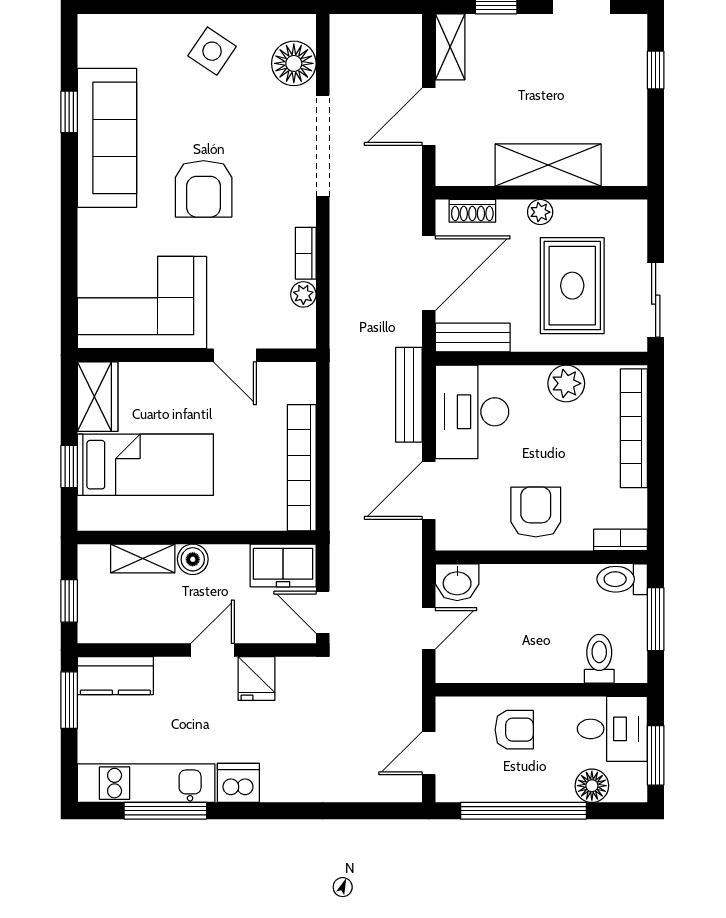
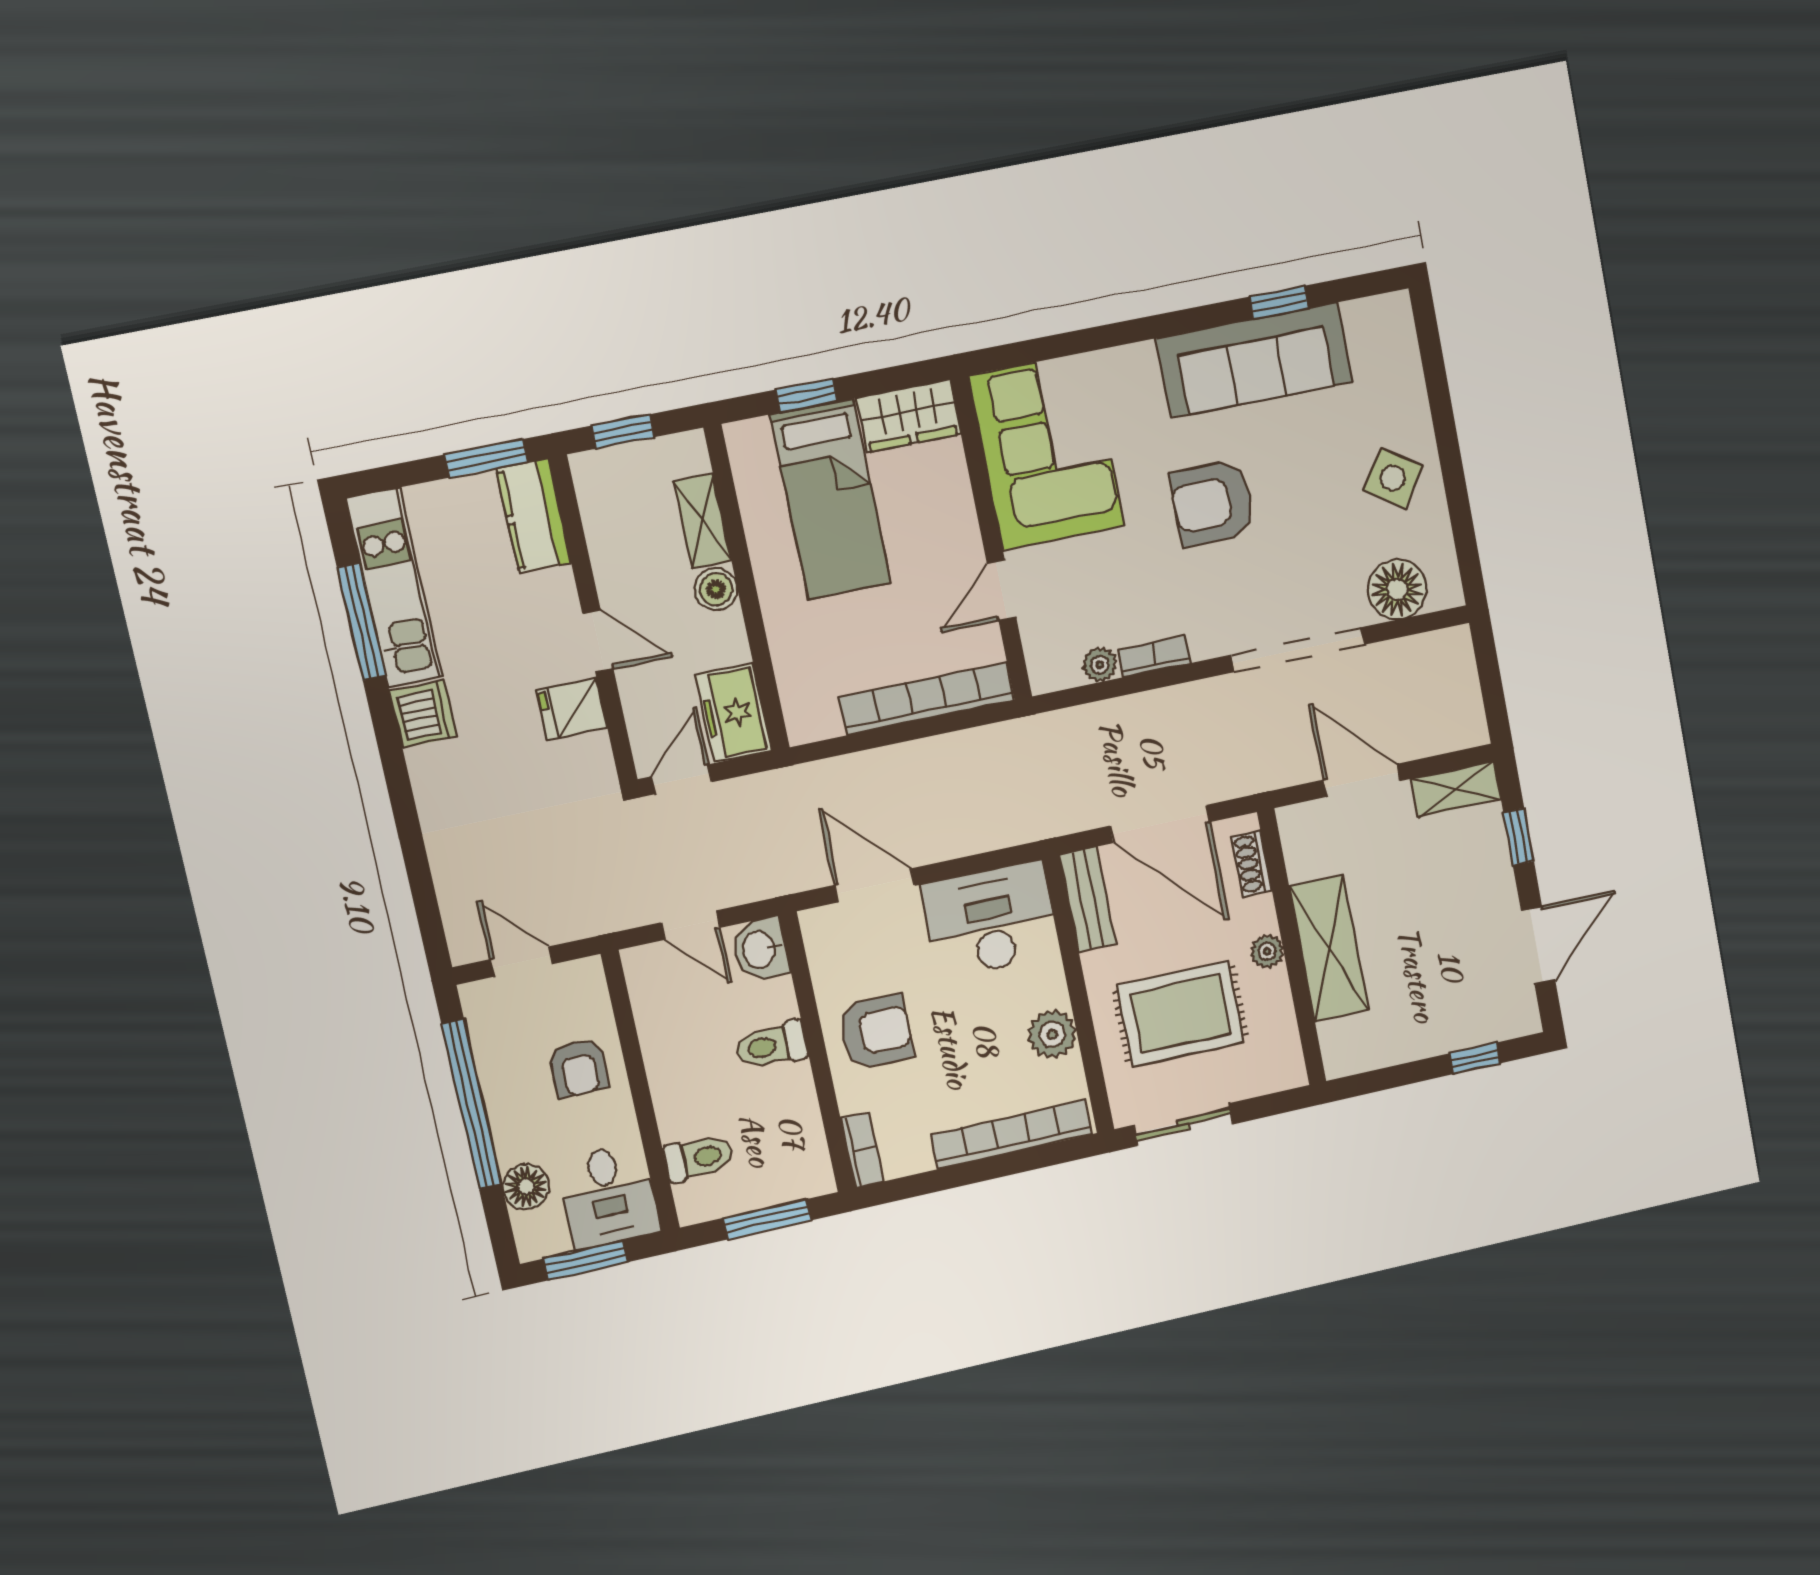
bench: (409, 395) -> (996, 832), removed
bookcase: (302, 468) -> (927, 699), moved
toilet: (622, 579) -> (772, 1045), moved, turned -90

